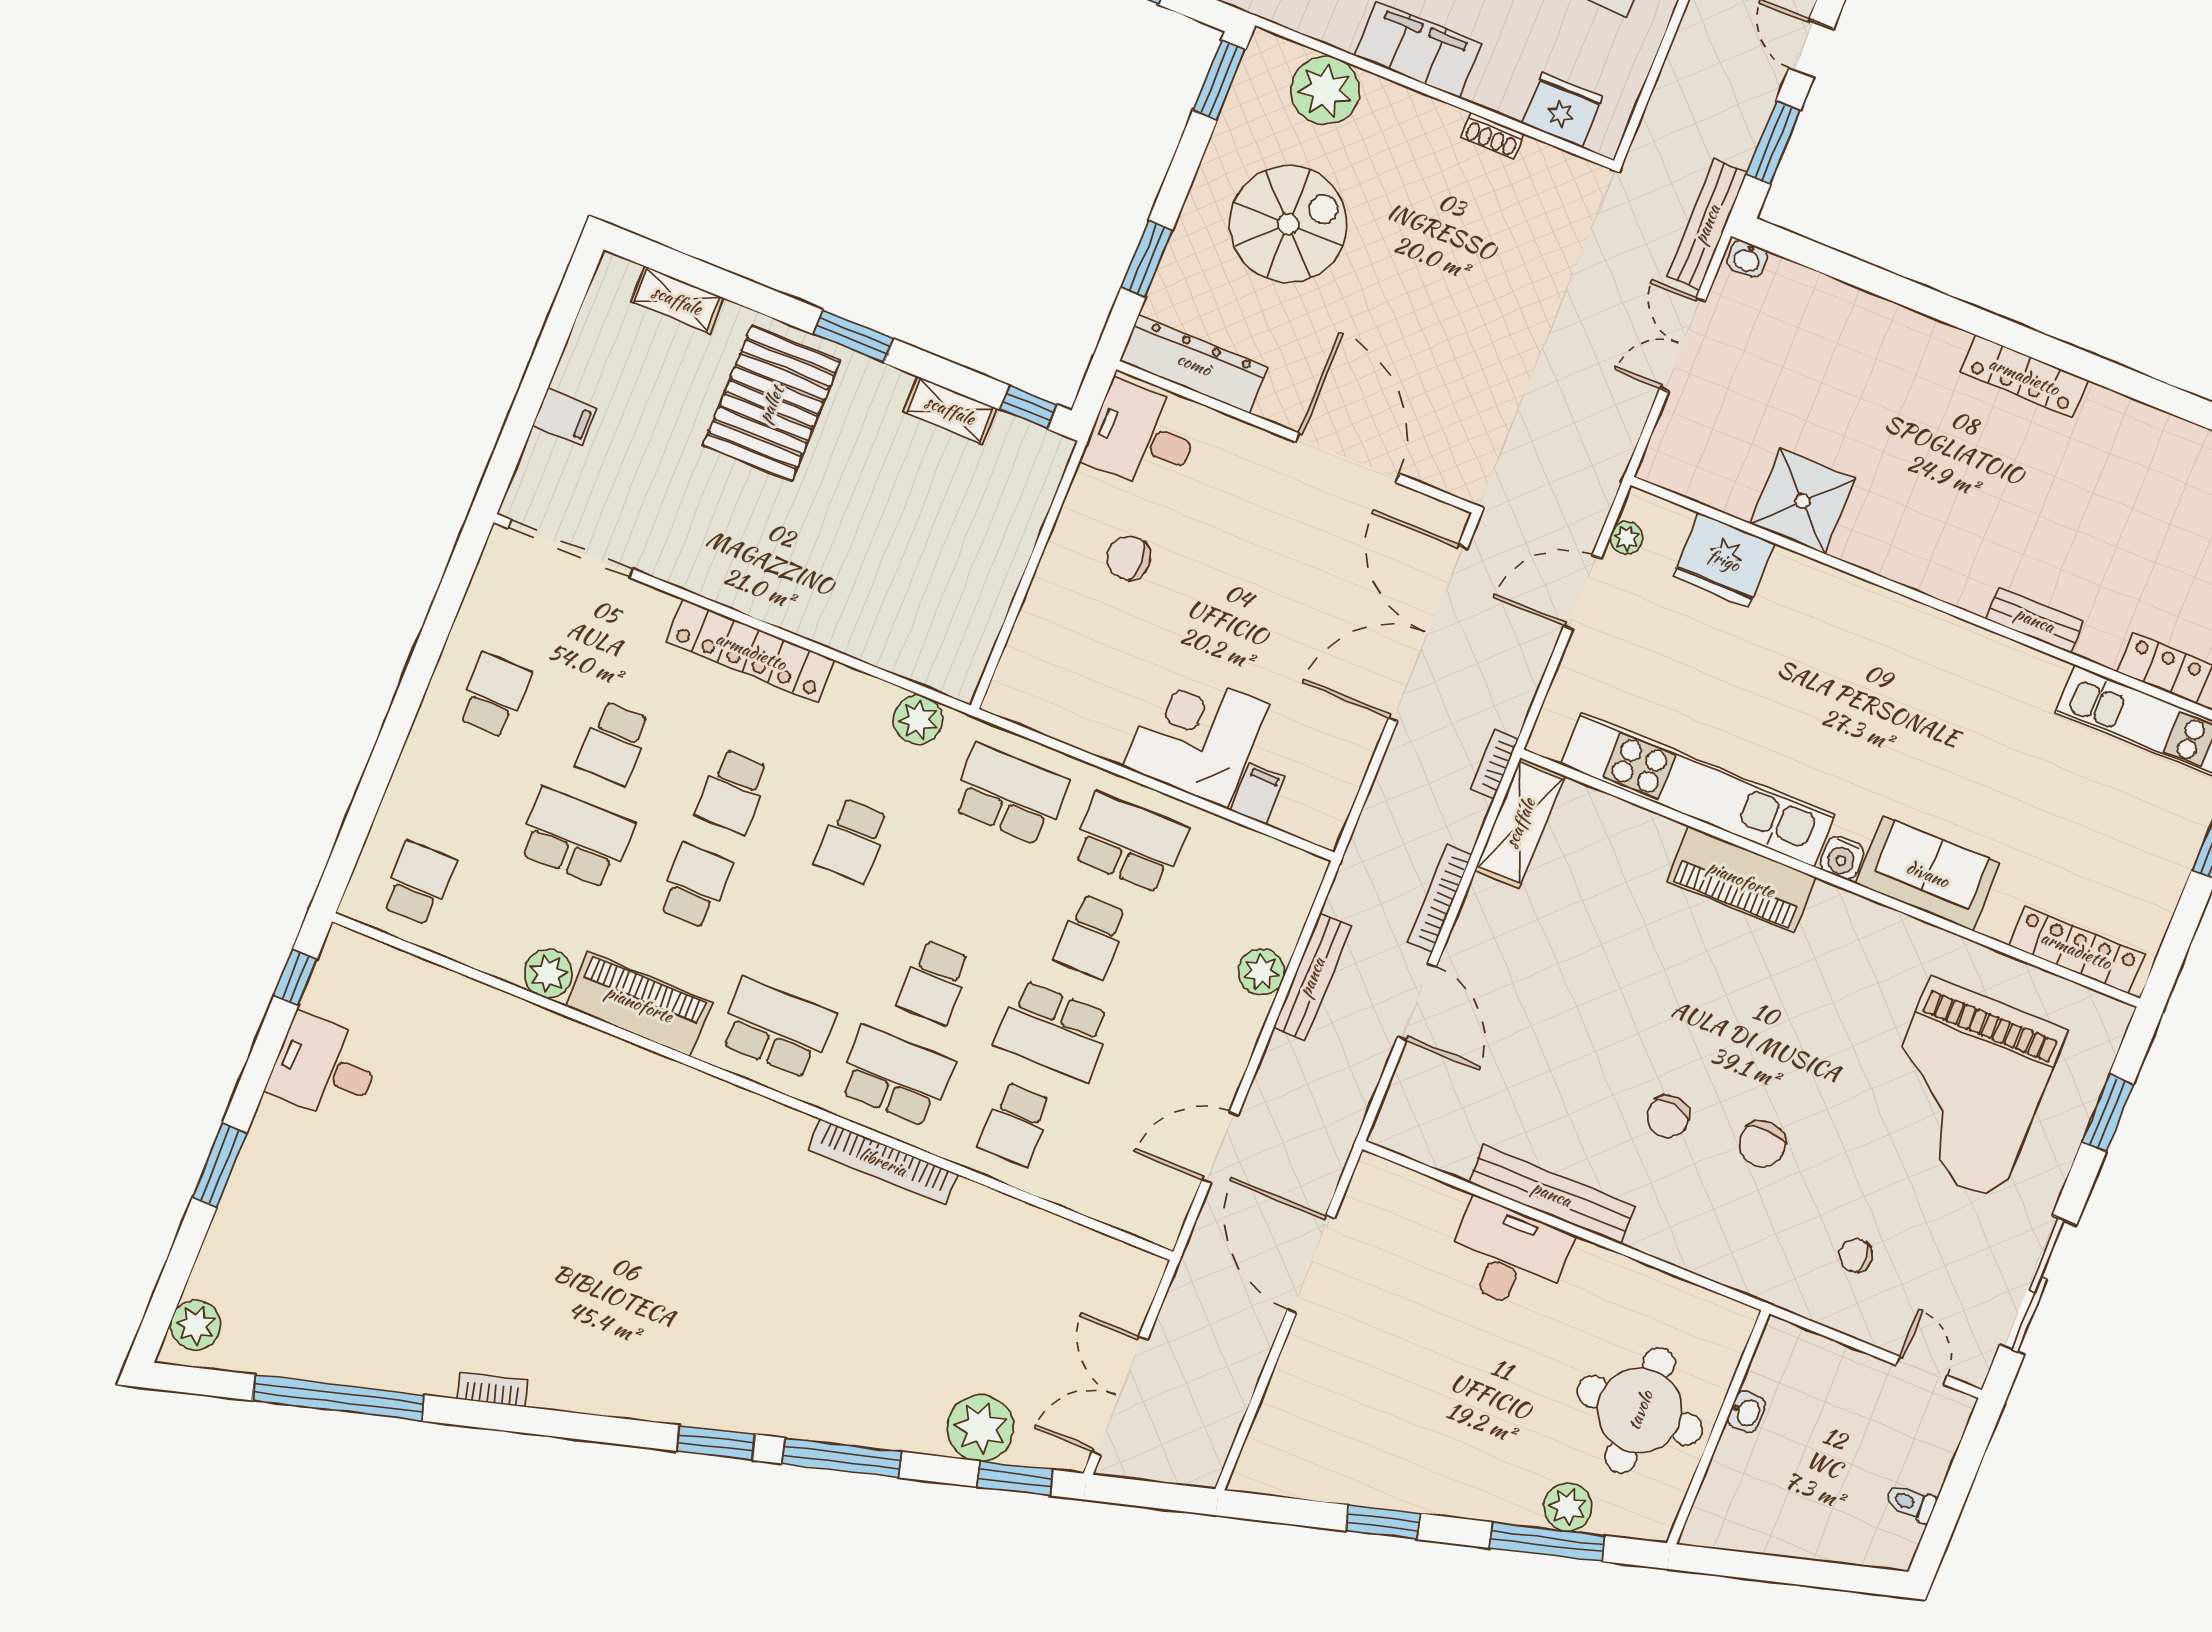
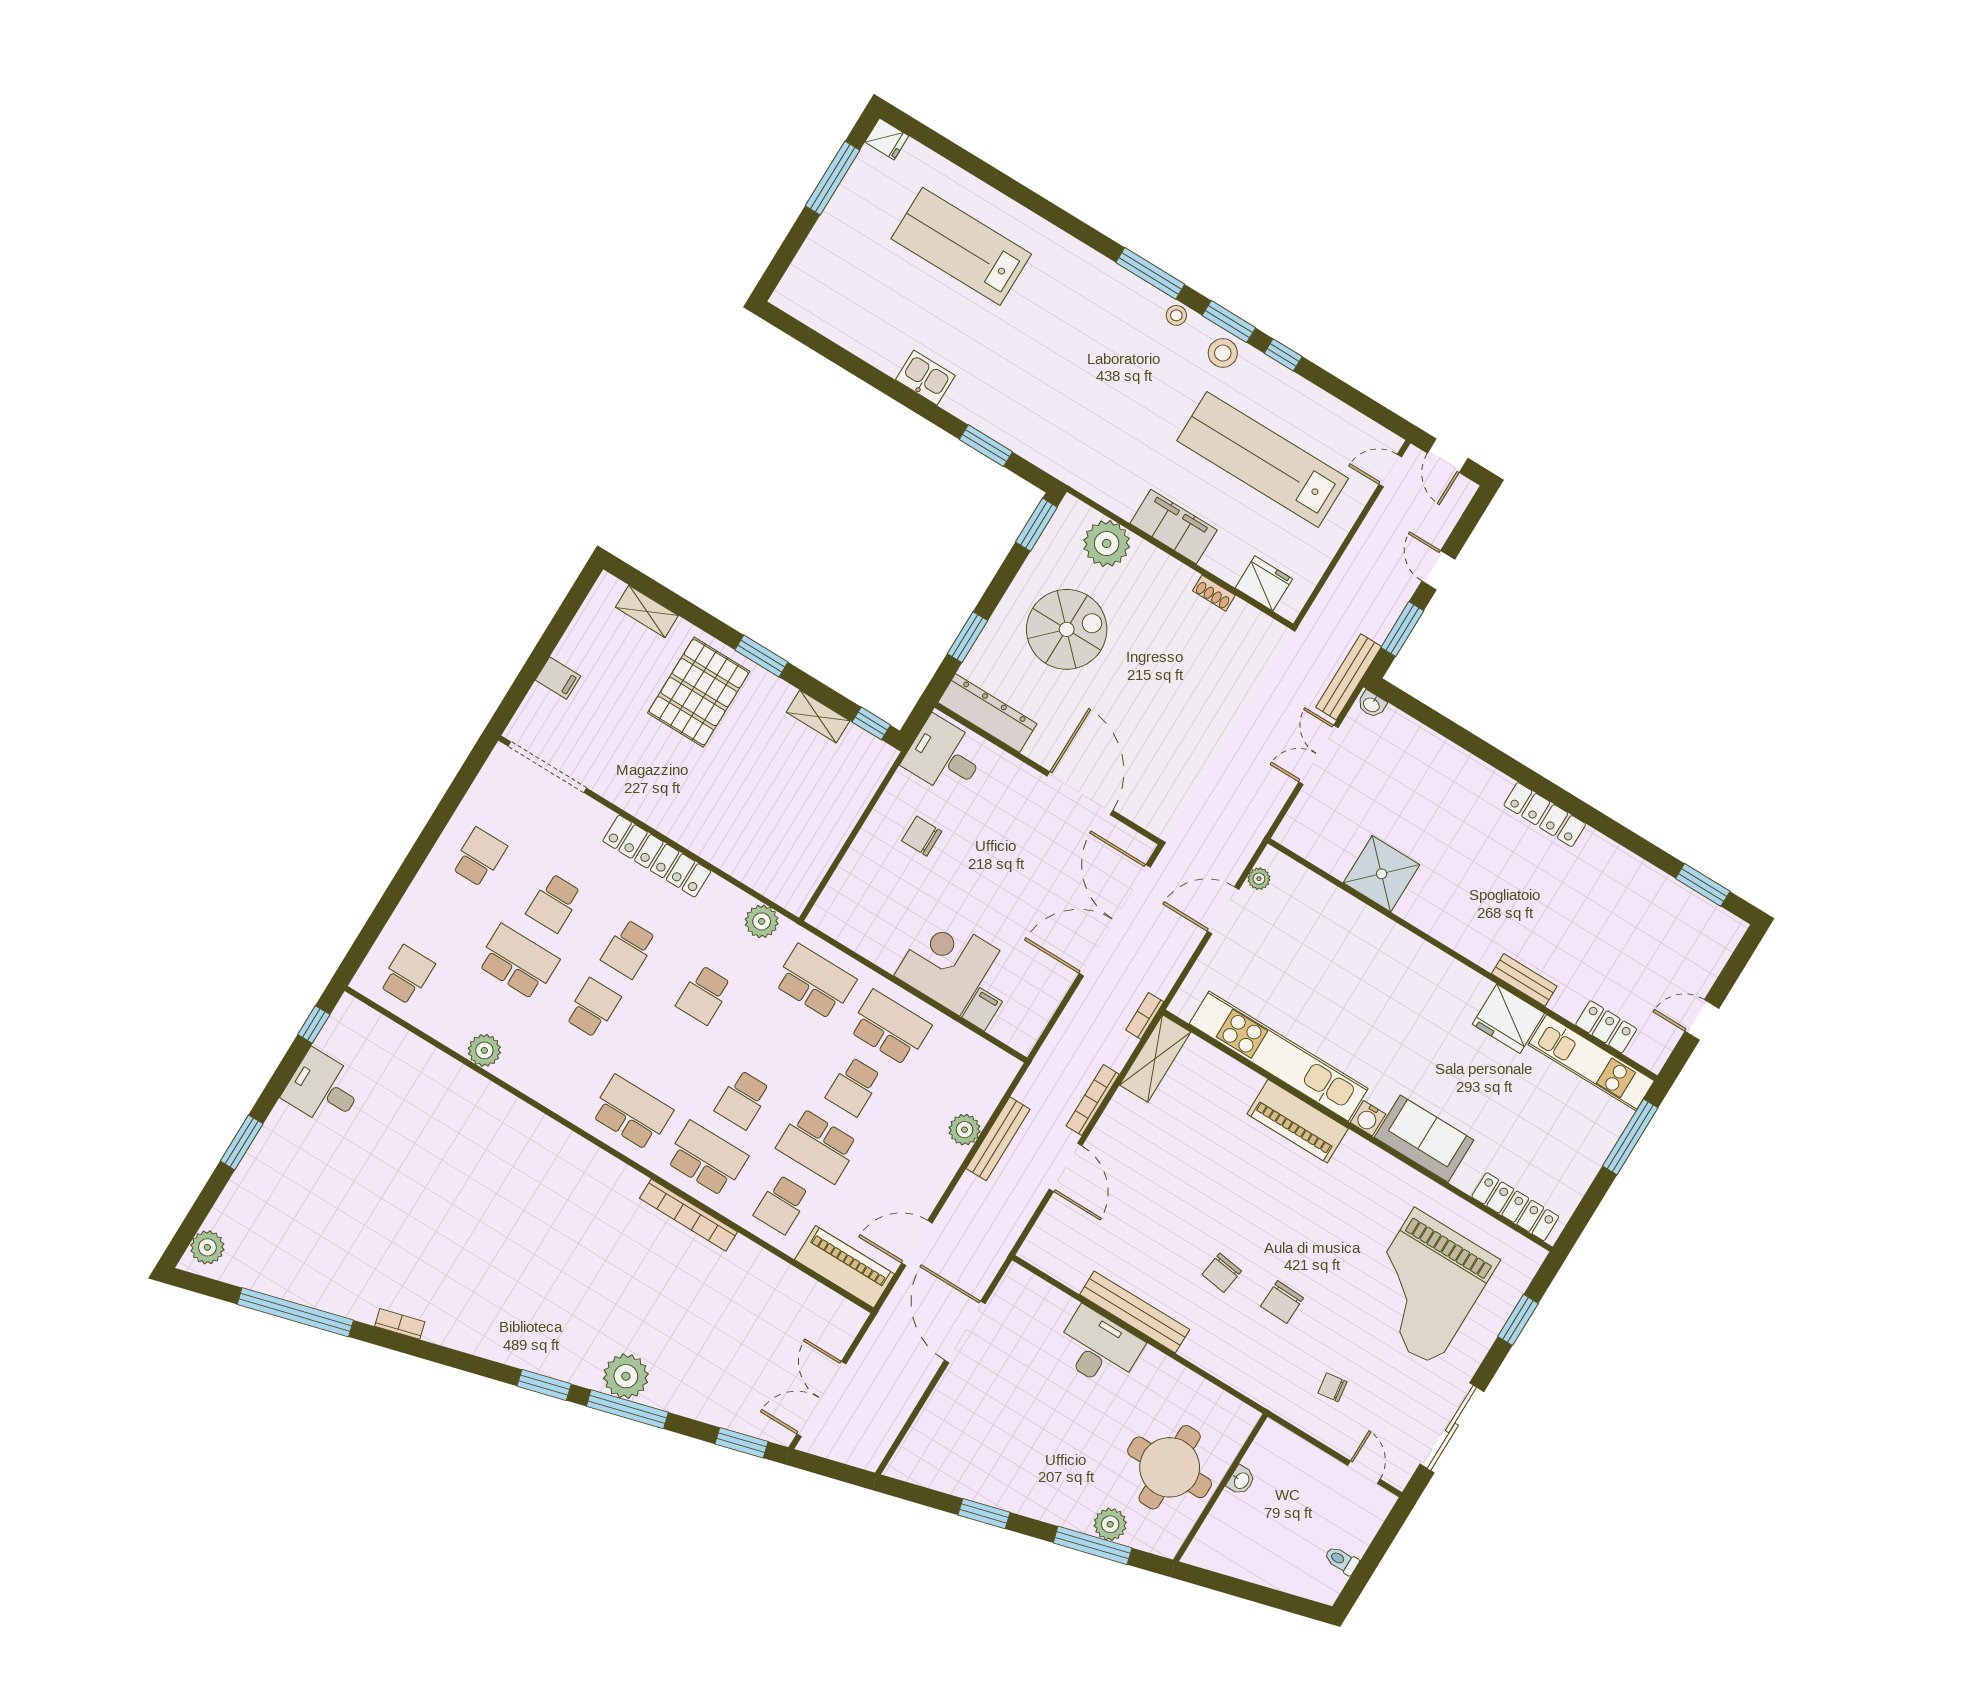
fridge: (1724, 560) -> (1508, 1019), moved
piano: (639, 1004) -> (845, 1267), moved
plant: (980, 1428) -> (626, 1376), moved

